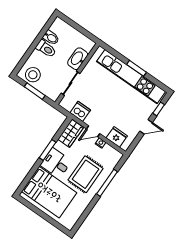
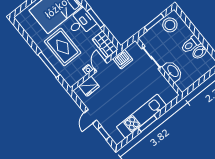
kitchen unit: (131, 77) -> (141, 116), width x0.73

